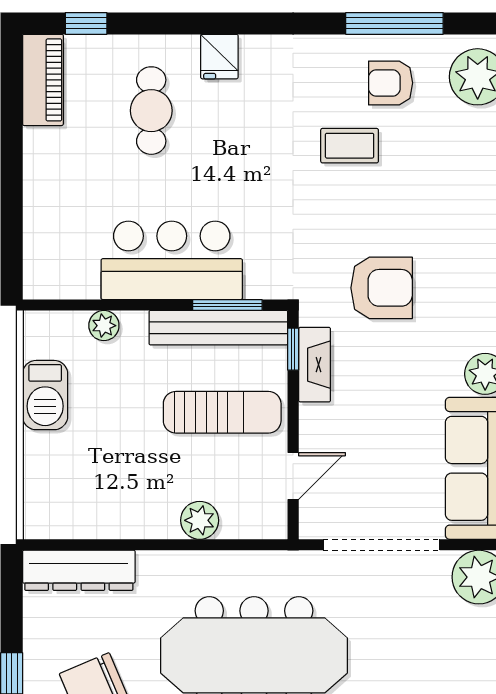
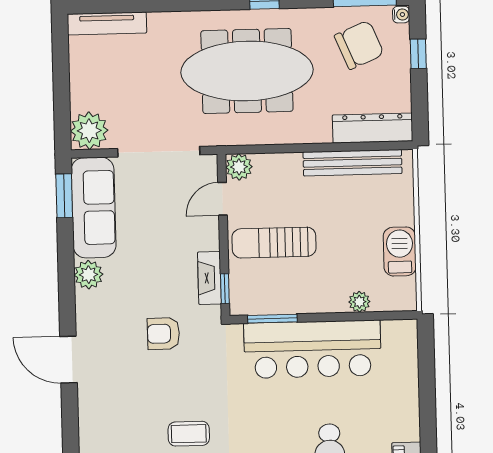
bar counter: (172, 260) -> (313, 349), width x1.36
armchair: (382, 288) -> (163, 334), width x0.72, depth x0.72
bench: (218, 328) -> (352, 163), moved
plant: (200, 520) -> (239, 167), moved

